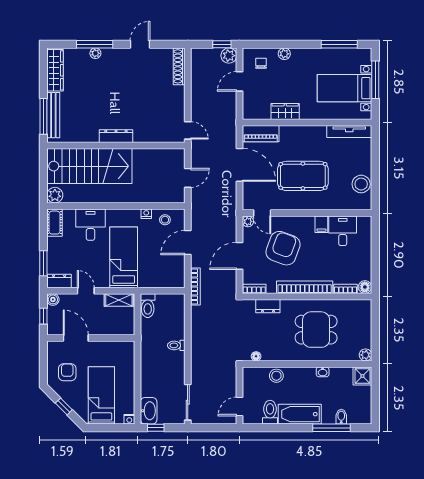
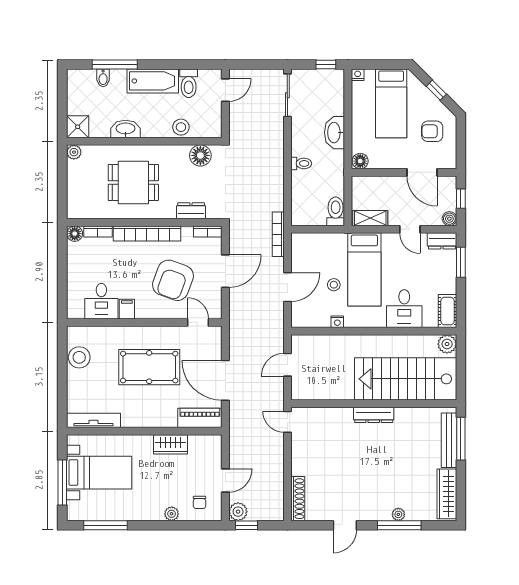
stool: (165, 220) -> (334, 285), moved
plant: (248, 221) -> (215, 312), removed
floor lamp: (127, 347) -> (360, 161), added
floor lamp: (256, 356) -> (200, 155), width x1.89, depth x1.89
armchair: (67, 372) -> (432, 131), turned 90
washbasin: (323, 372) -> (126, 129), width x1.91, depth x1.45
washbasin: (149, 411) -> (335, 133), moved

